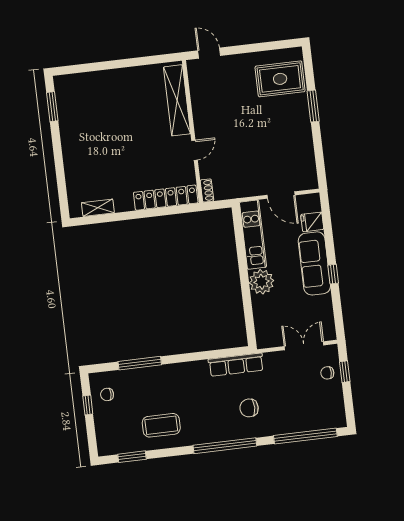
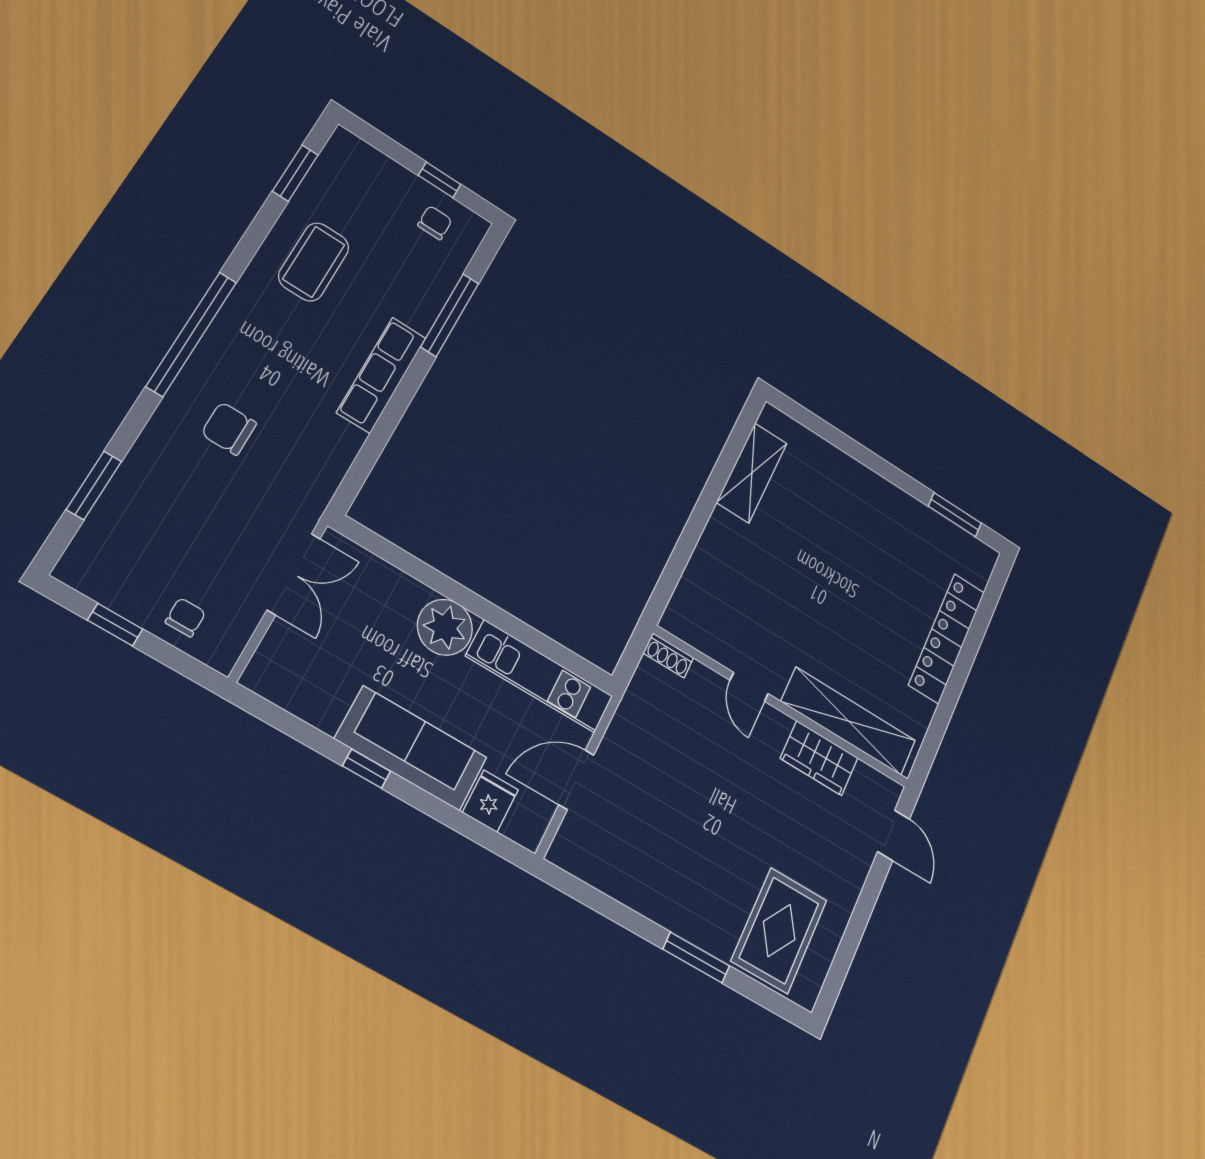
door: (209, 53) -> (894, 835), hinge flipped
wardrobe: (201, 104) -> (819, 758), added
locker: (166, 198) -> (947, 638), moved, turned 180
shelving: (98, 208) -> (752, 473), width x1.50, depth x1.33
double door: (304, 346) -> (294, 574), moved
row of seats: (236, 365) -> (381, 375), moved
window: (345, 372) -> (115, 625), moved
chair: (249, 408) -> (229, 428), turned -90
window: (305, 436) -> (94, 485), width x0.47

